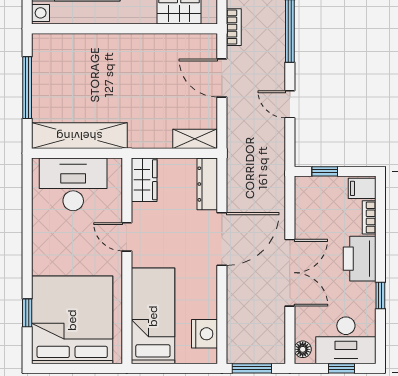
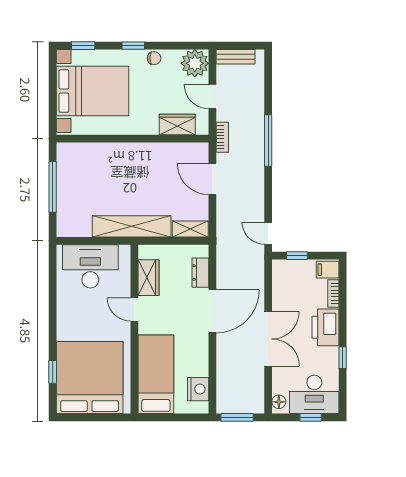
door: (290, 104) -> (268, 233), moved
shelving: (79, 136) -> (132, 226), moved
wardrobe: (144, 180) -> (149, 278), moved
dresser: (207, 184) -> (200, 273), width x0.70

